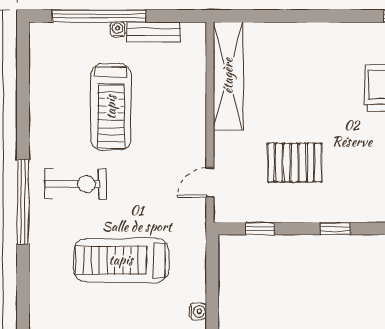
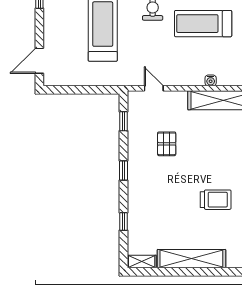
pallet: (295, 163) -> (167, 144), width x0.67, depth x0.71
water cooler: (198, 311) -> (211, 80), moved

